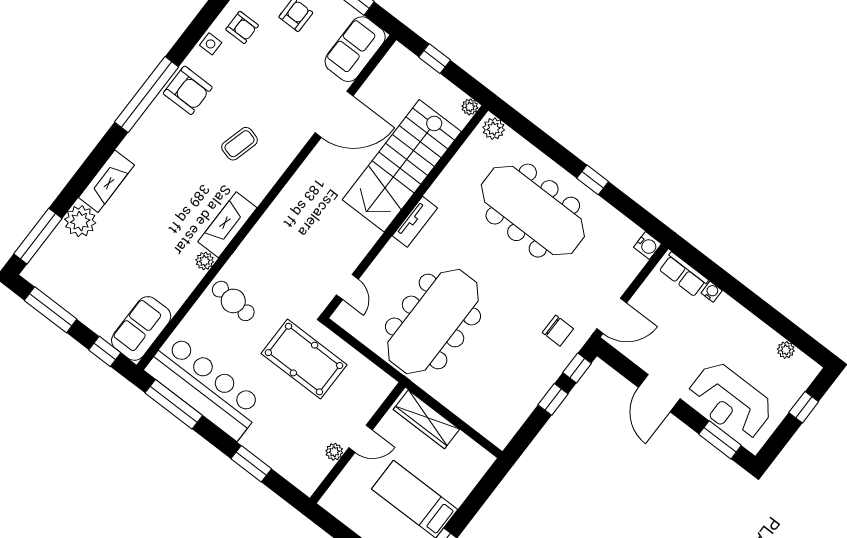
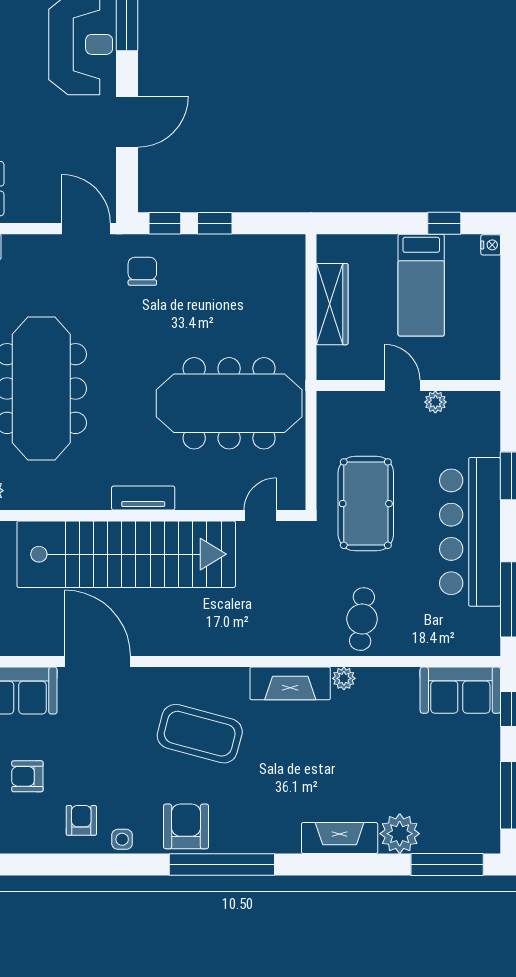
coffee table: (240, 144) -> (200, 734), width x1.86, depth x1.72
stairs: (402, 166) -> (126, 554), width x1.36
bar counter: (205, 387) -> (470, 532), moved
wardrobe: (426, 419) -> (332, 304), moved

